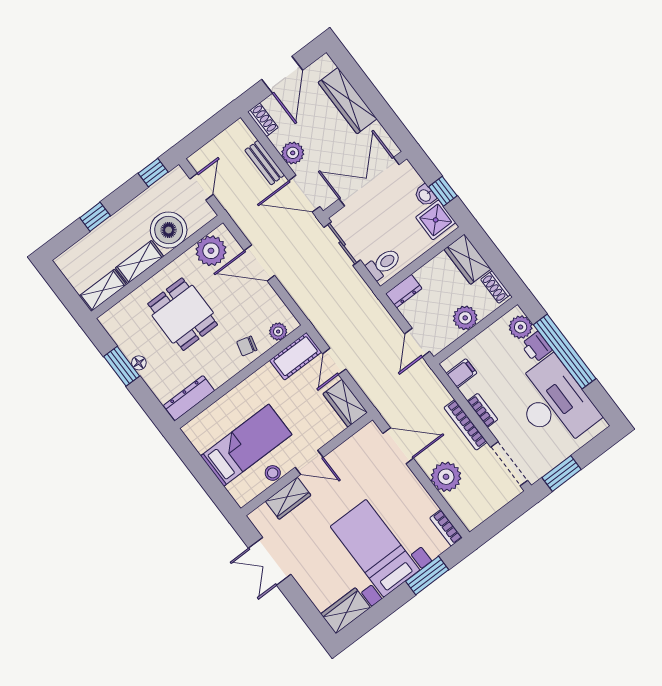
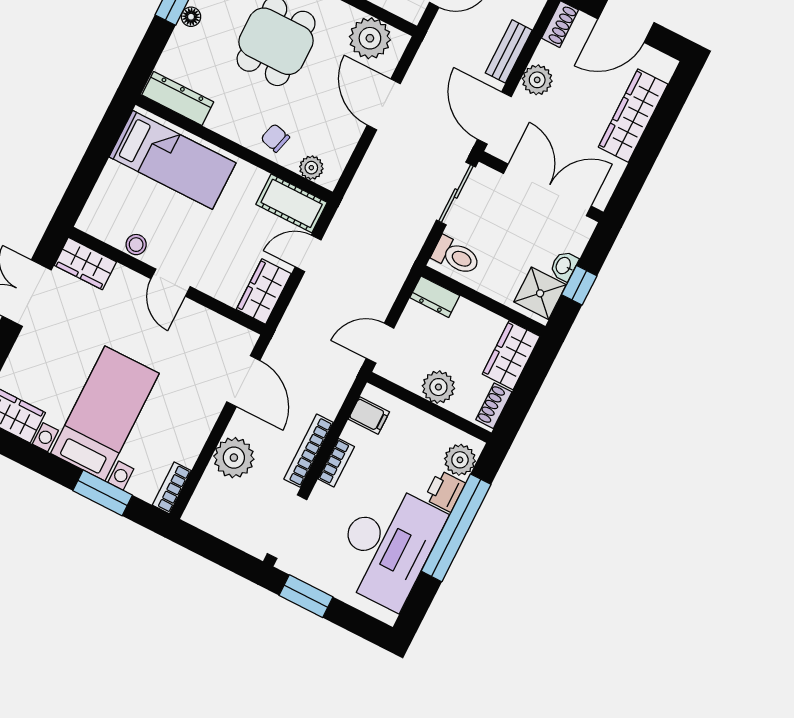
bed: (246, 445) -> (173, 160), moved
wardrobe: (288, 498) -> (85, 264), moved

